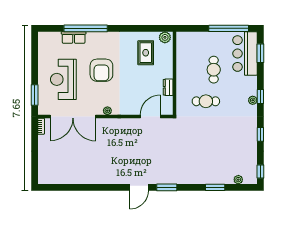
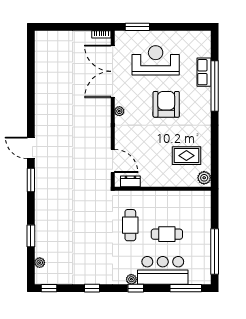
window: (260, 53) -> (186, 288), width x1.44
bar counter: (245, 54) -> (163, 270), moved
armchair: (101, 70) -> (166, 104), turned 90
dresser: (168, 87) -> (130, 181), moved

